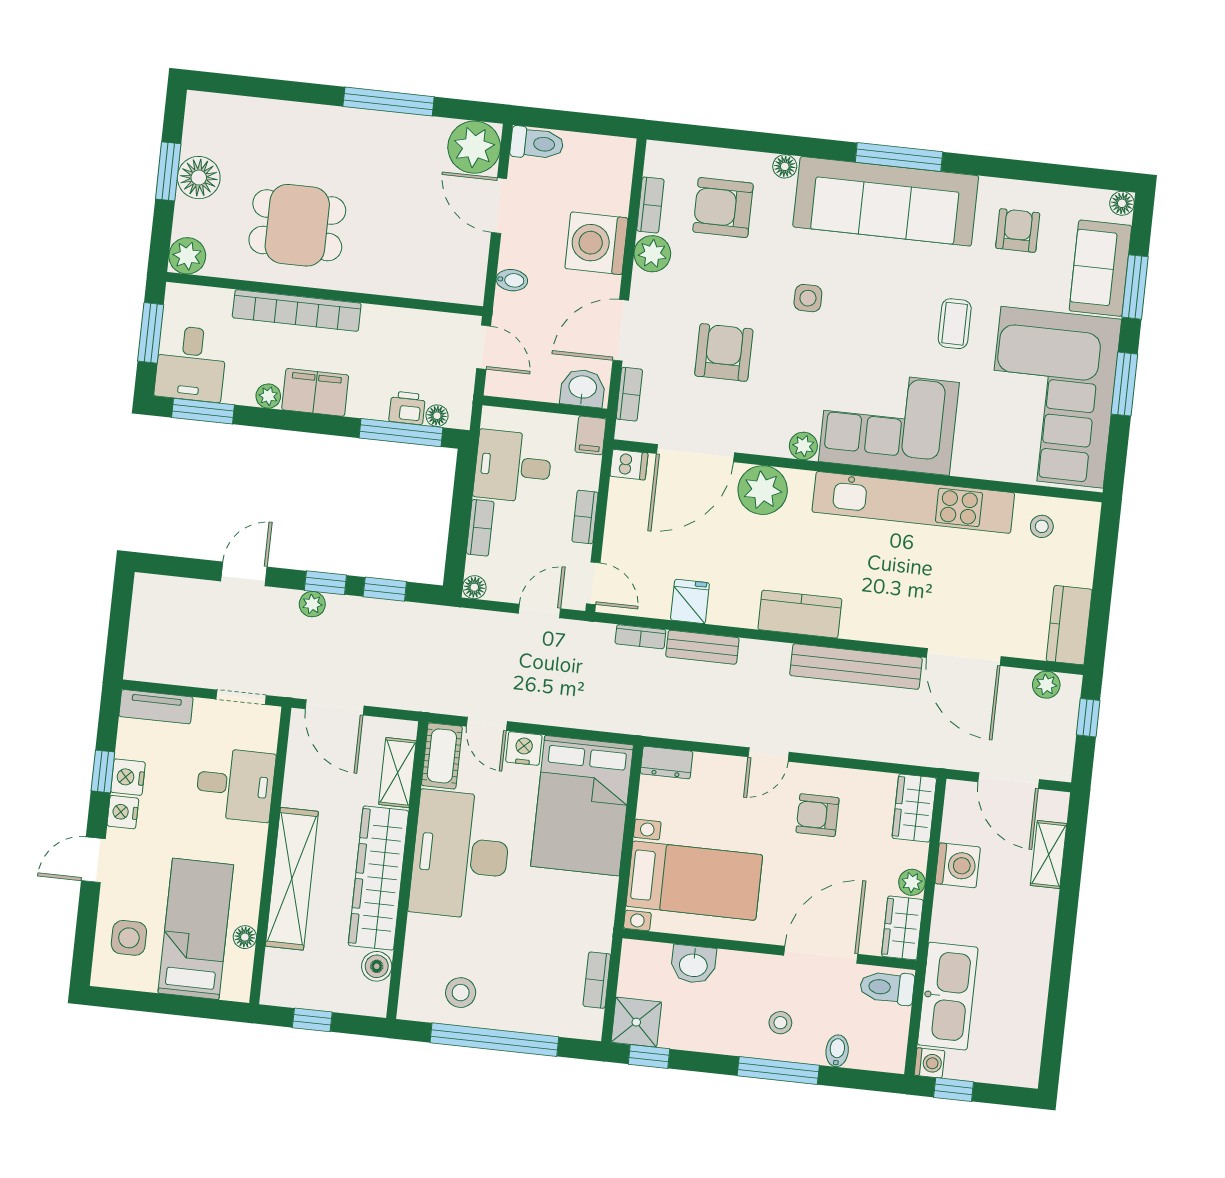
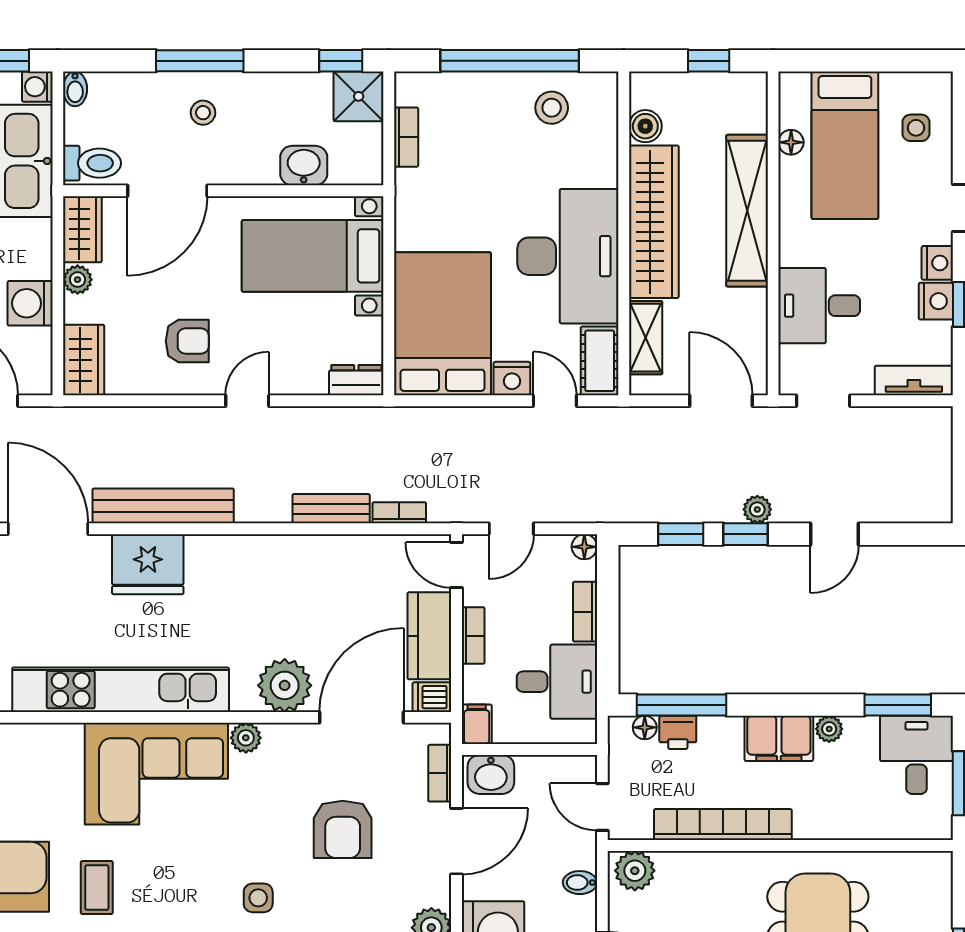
plant: (187, 256) -> (635, 871), moved
bookcase: (297, 311) -> (723, 825), moved
fridge: (690, 601) -> (148, 564), moved, width x1.88, depth x1.34
kitchen counter: (800, 614) -> (429, 636), moved, turned 90
side table: (129, 938) -> (916, 128), width x0.73, depth x0.73
bidet: (837, 1051) -> (75, 89), moved

